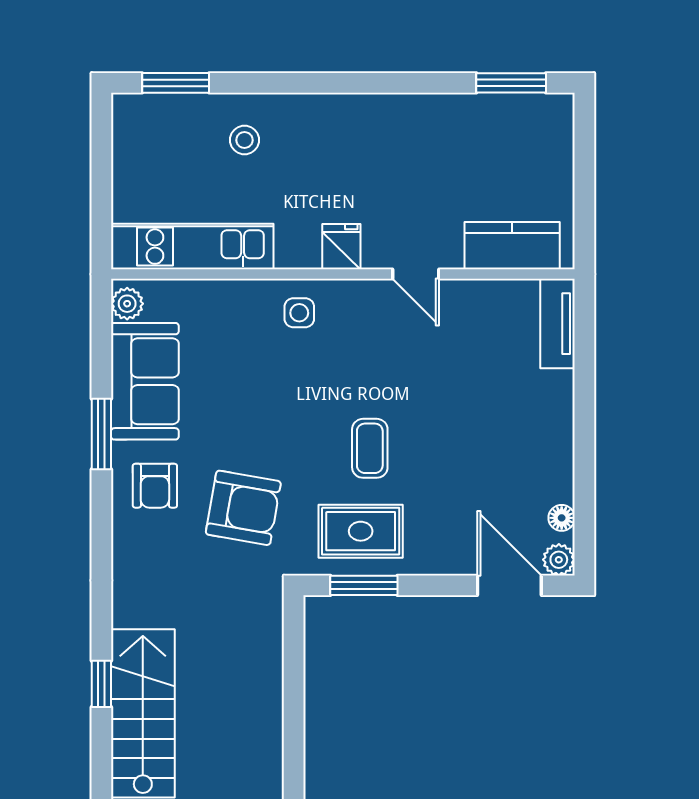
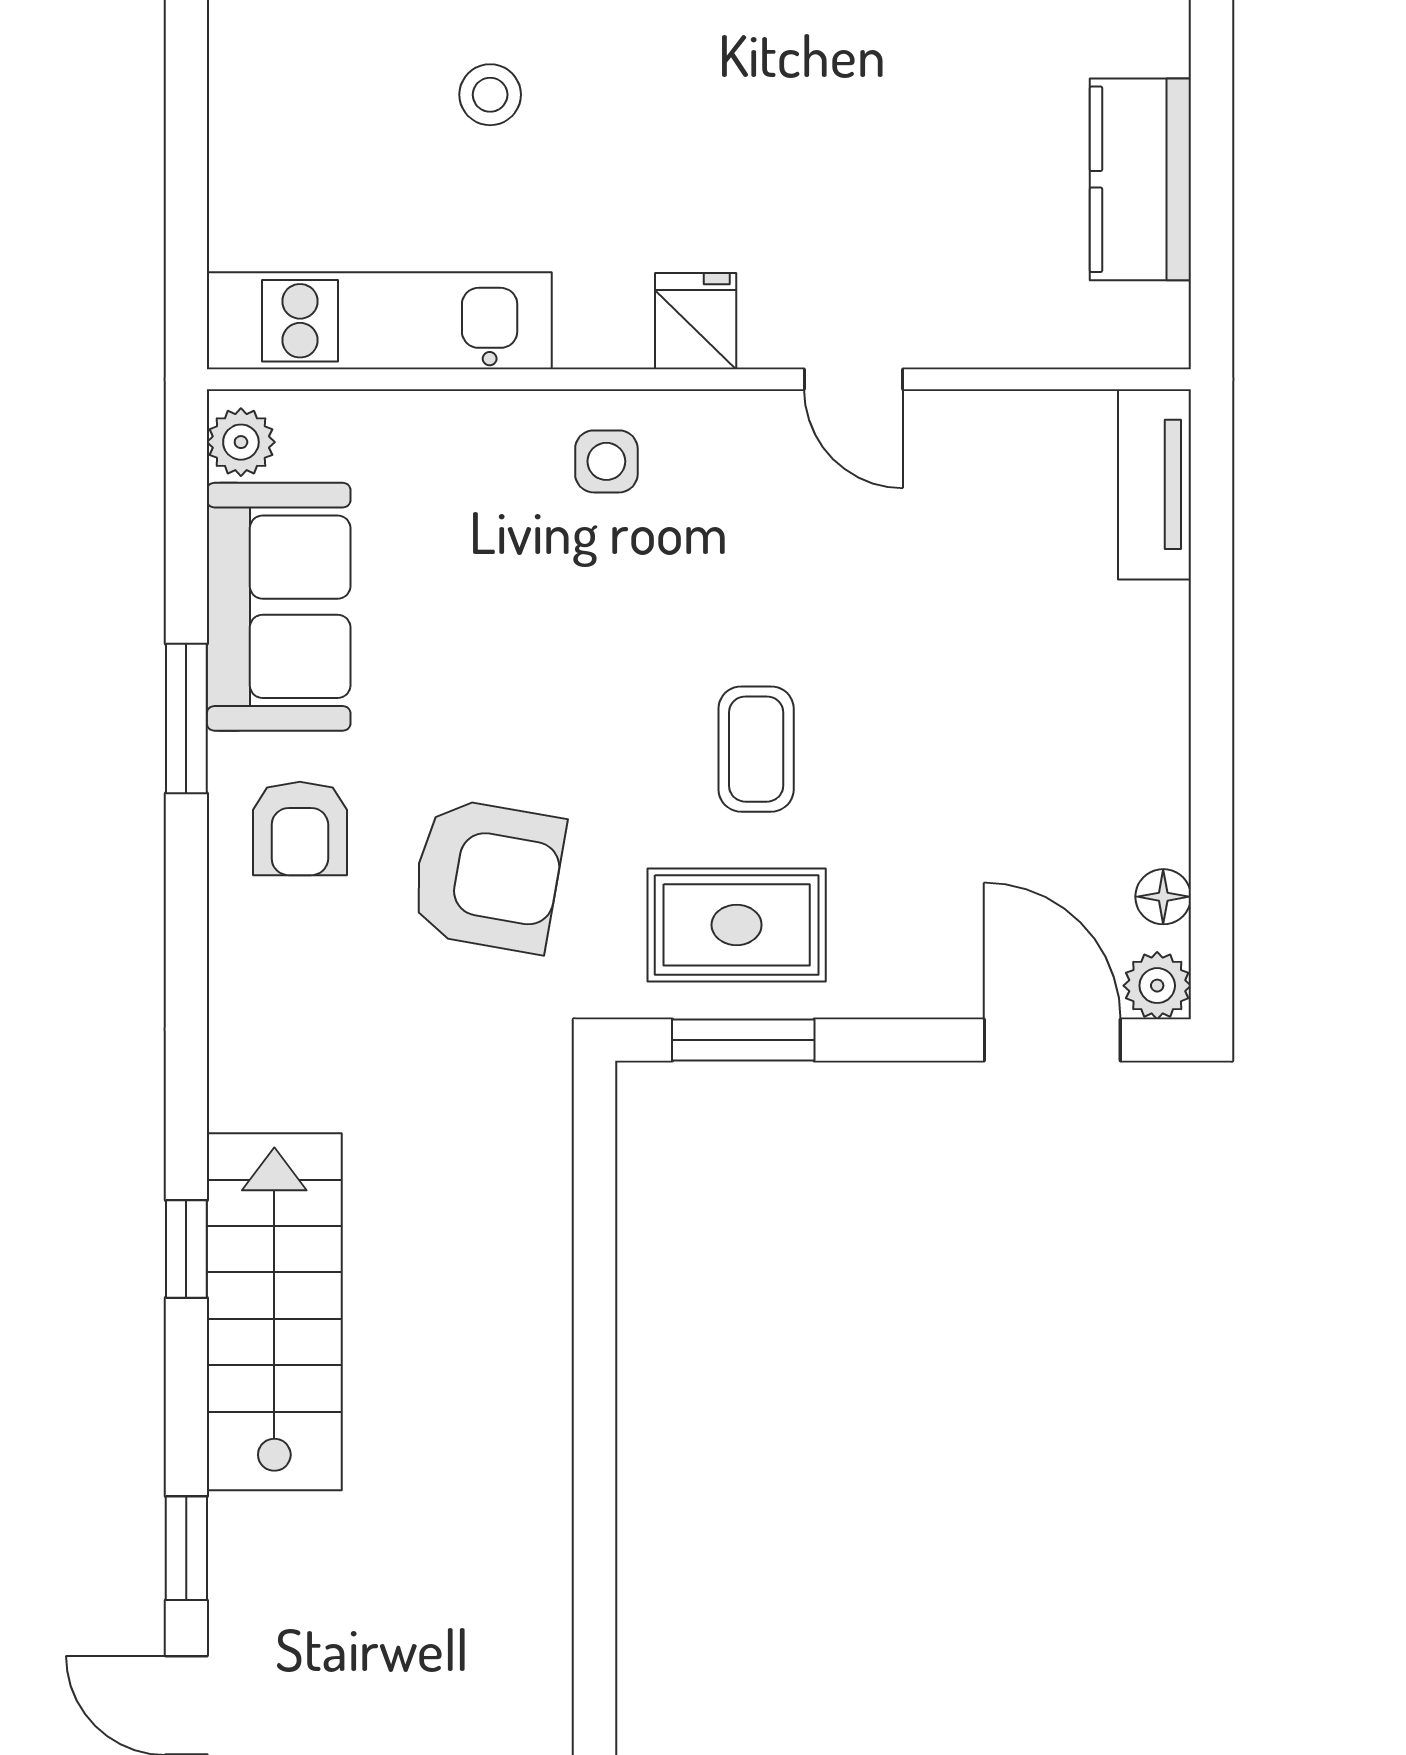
kitchen counter: (512, 246) -> (1140, 179), moved, turned -90

